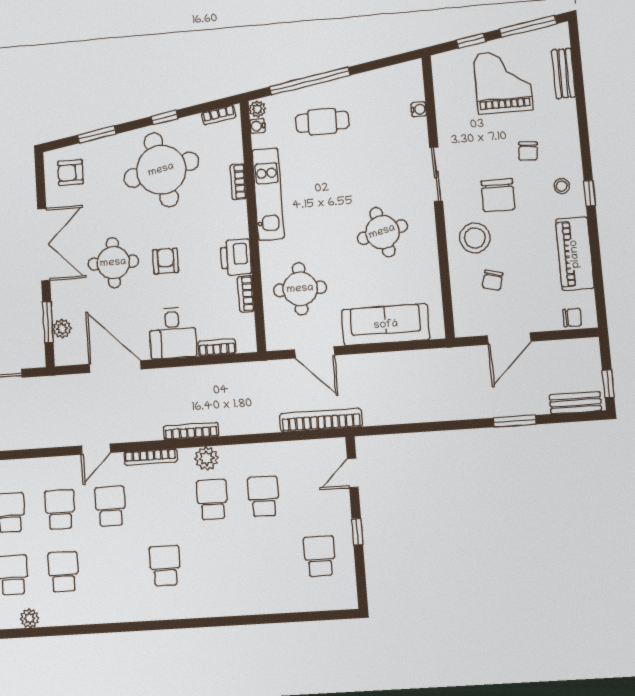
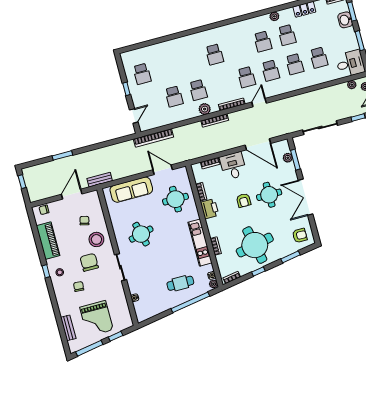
bench: (575, 403) -> (100, 180), moved

